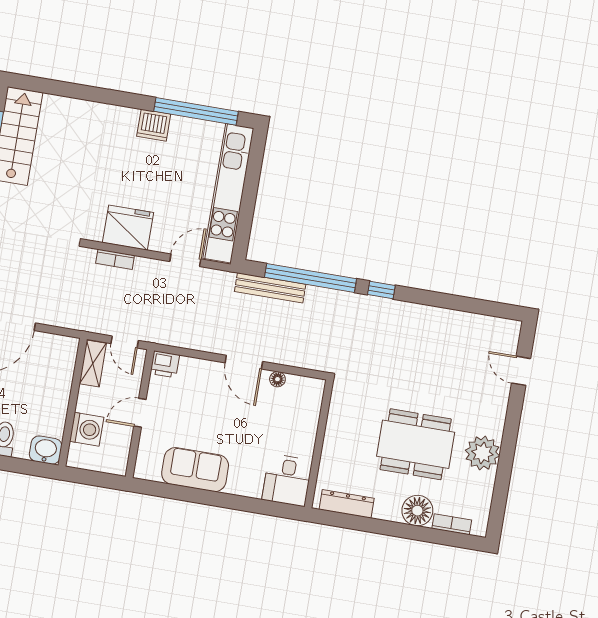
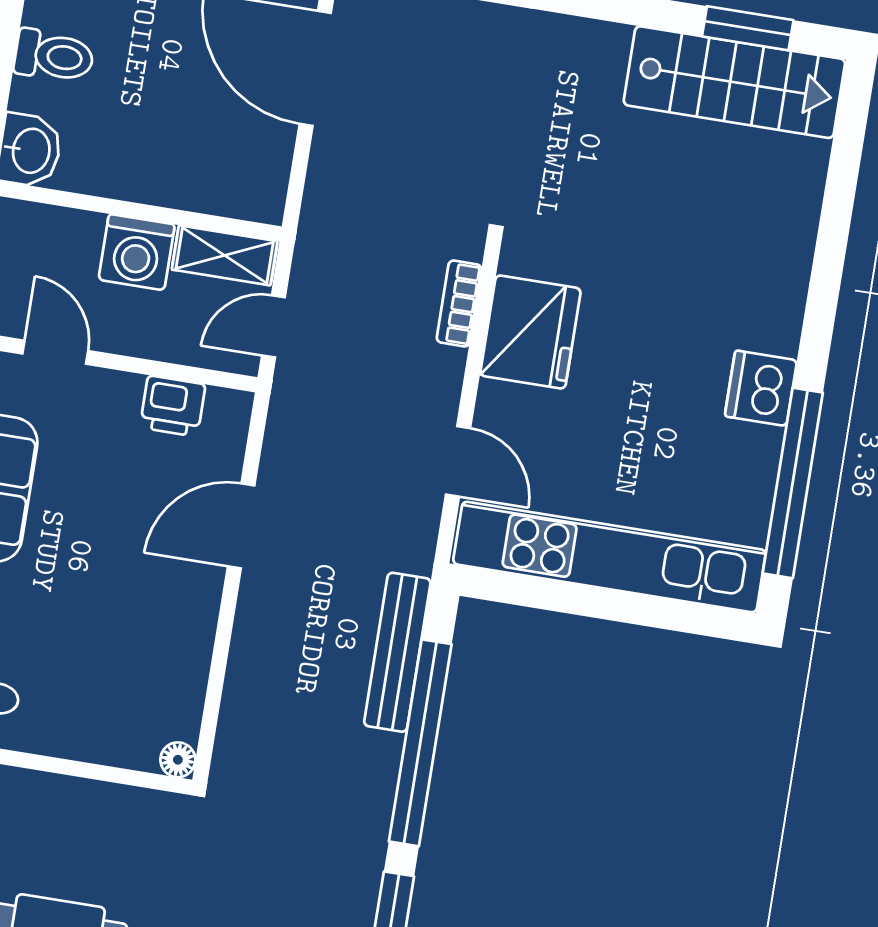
door: (244, 362) -> (241, 526), moved
printer: (165, 364) -> (173, 406), moved, turned -90
floor lamp: (277, 379) -> (178, 760), moved
door: (140, 413) -> (55, 352), moved
washing machine: (87, 429) -> (137, 252), moved

